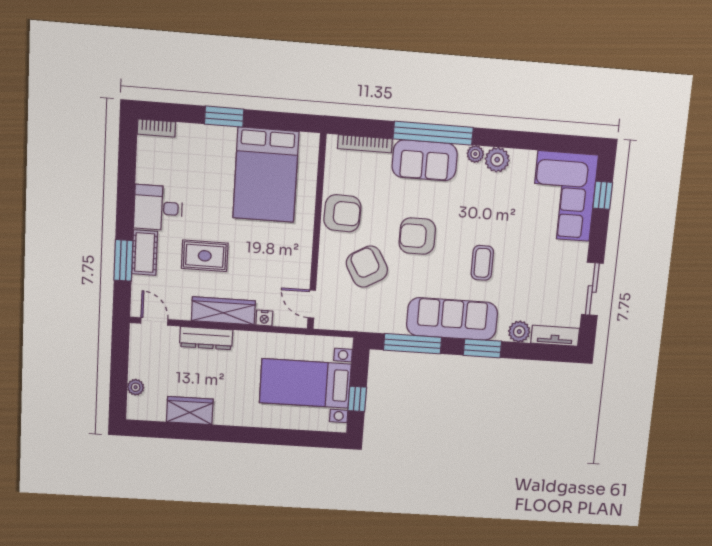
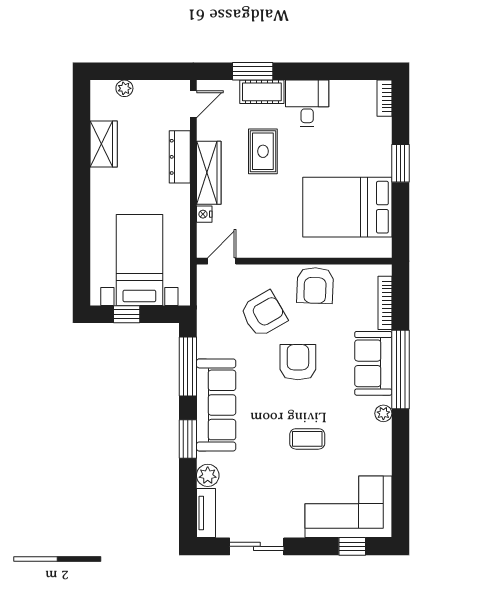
plant: (497, 160) -> (379, 436), removed
coffee table: (482, 263) -> (307, 439), moved

